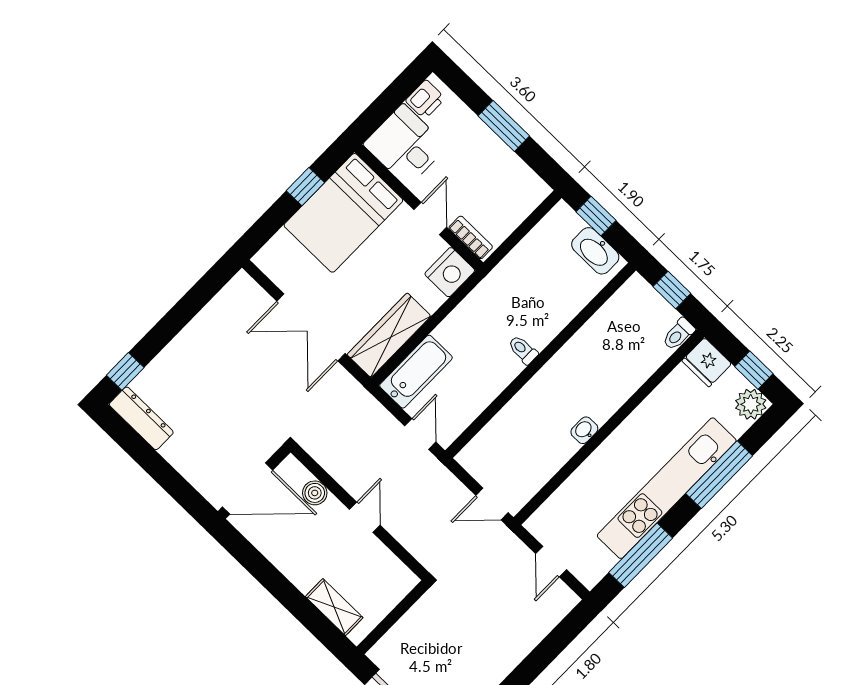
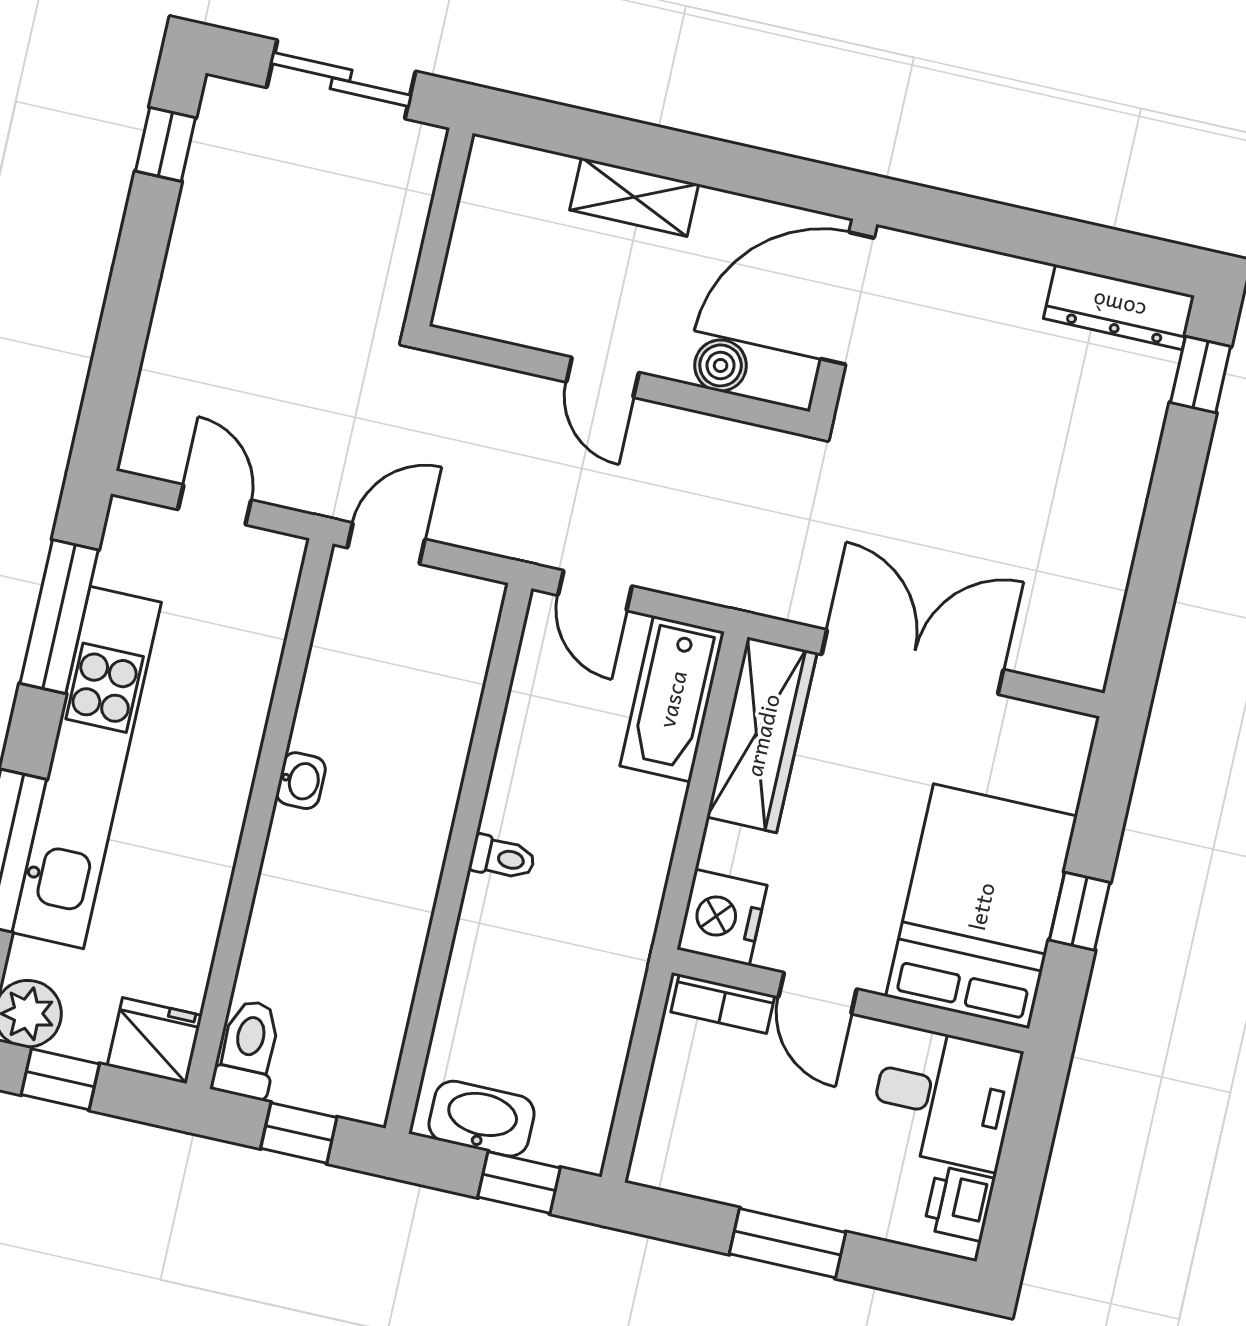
toilet: (678, 334) -> (248, 1049), width x1.37, depth x1.39
shelving: (334, 607) -> (634, 197), moved

